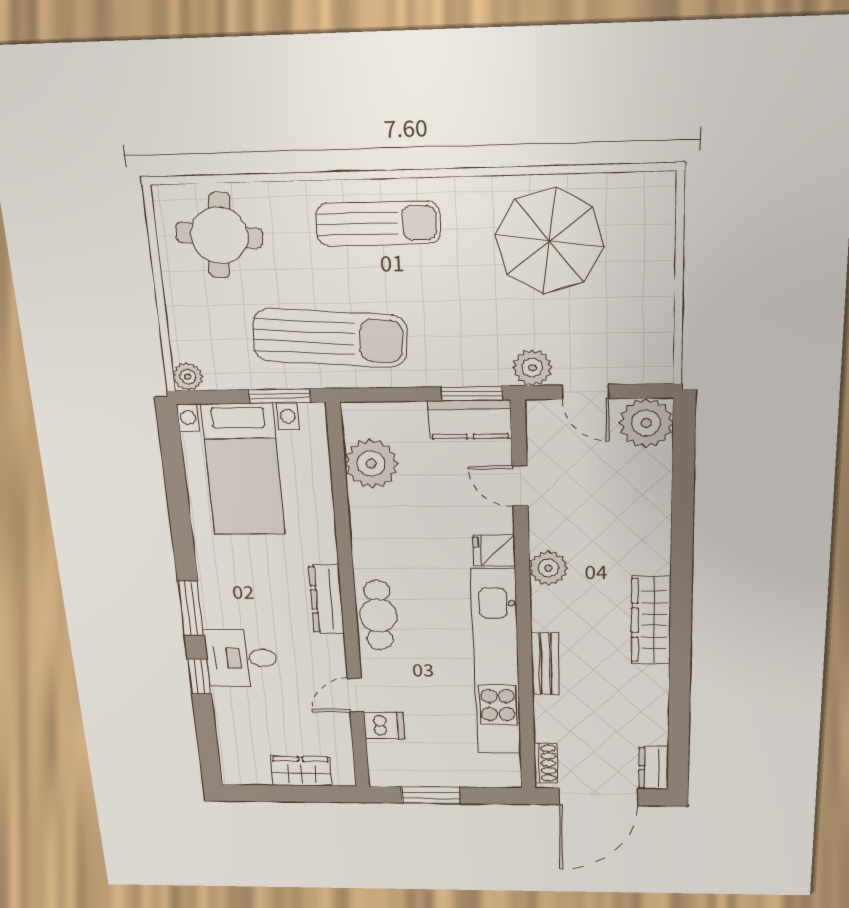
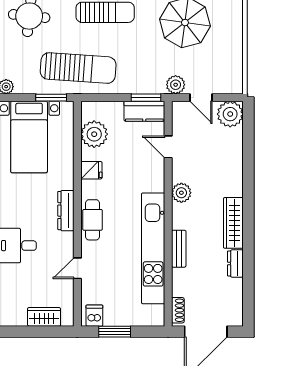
fridge: (494, 550) -> (91, 170), moved, turned 180
dishwasher: (384, 725) -> (94, 316), moved, turned -90
dresser: (654, 768) -> (235, 263), moved

